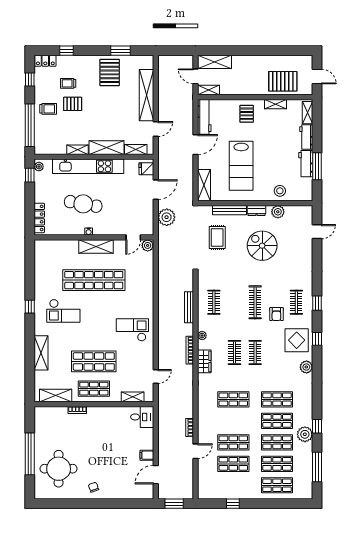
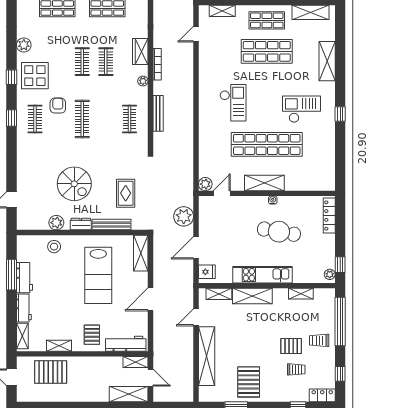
workbench: (204, 117) -> (126, 344), moved, turned 90
shelving: (78, 150) -> (301, 294), moved
kitchen unit: (88, 166) -> (263, 275), width x0.73
lab bench: (241, 166) -> (98, 275), turned 180
checkout: (132, 330) -> (233, 103), moved, turned -90

